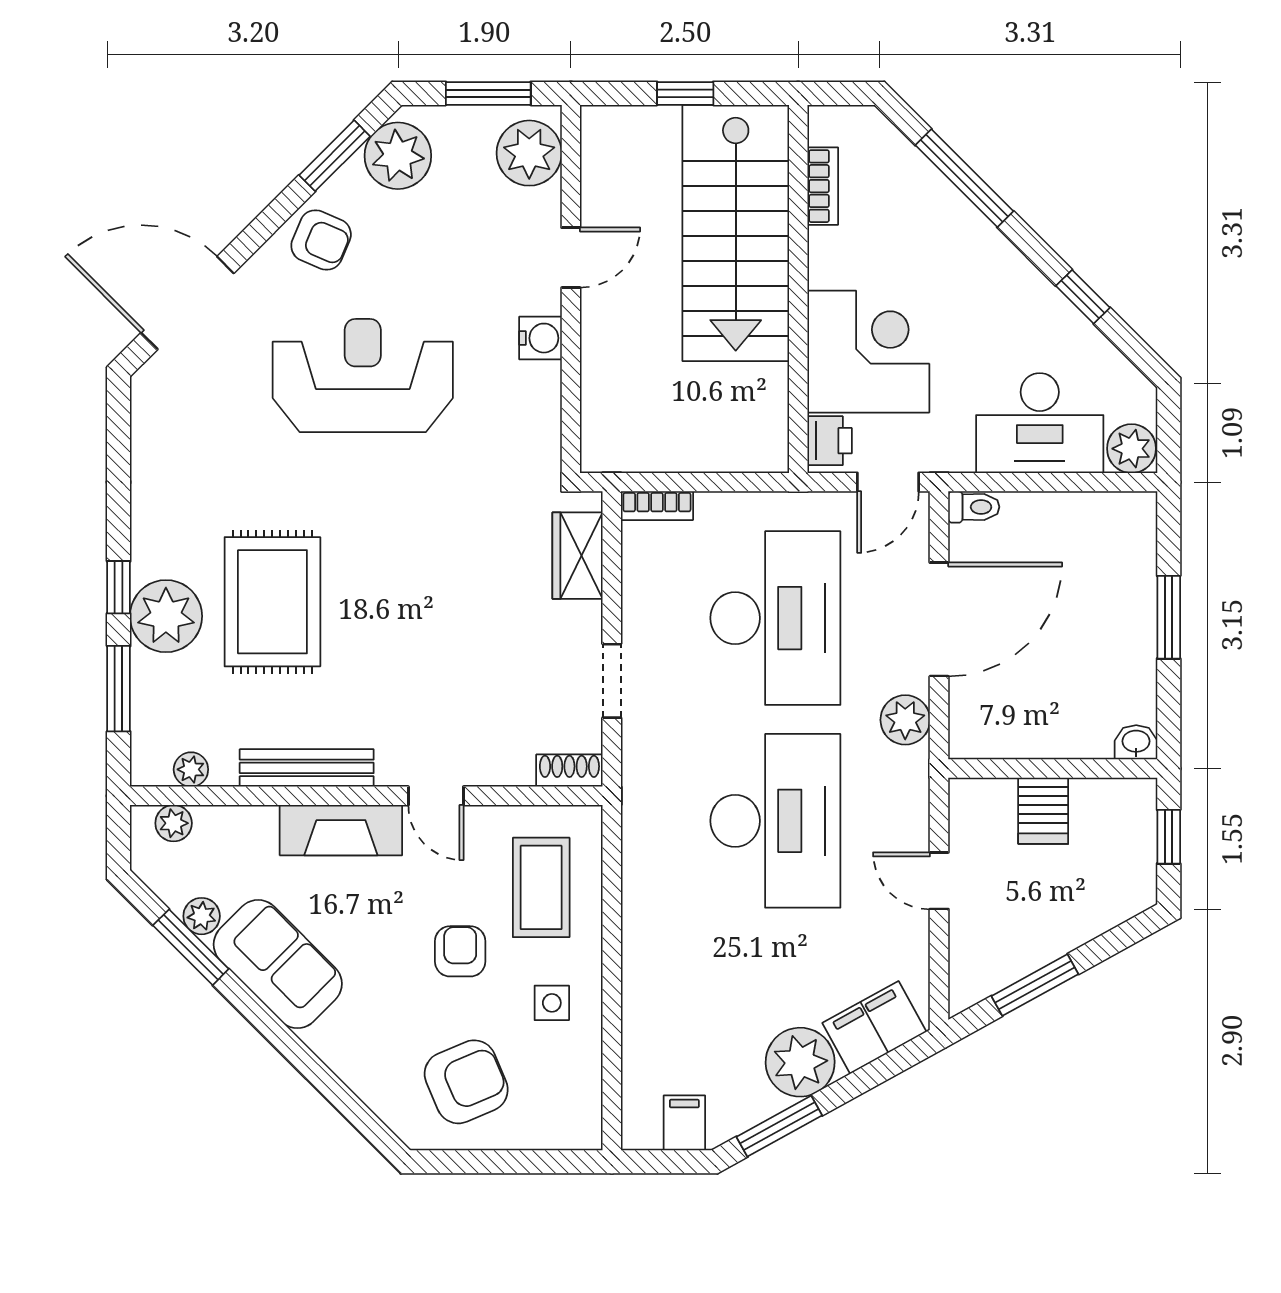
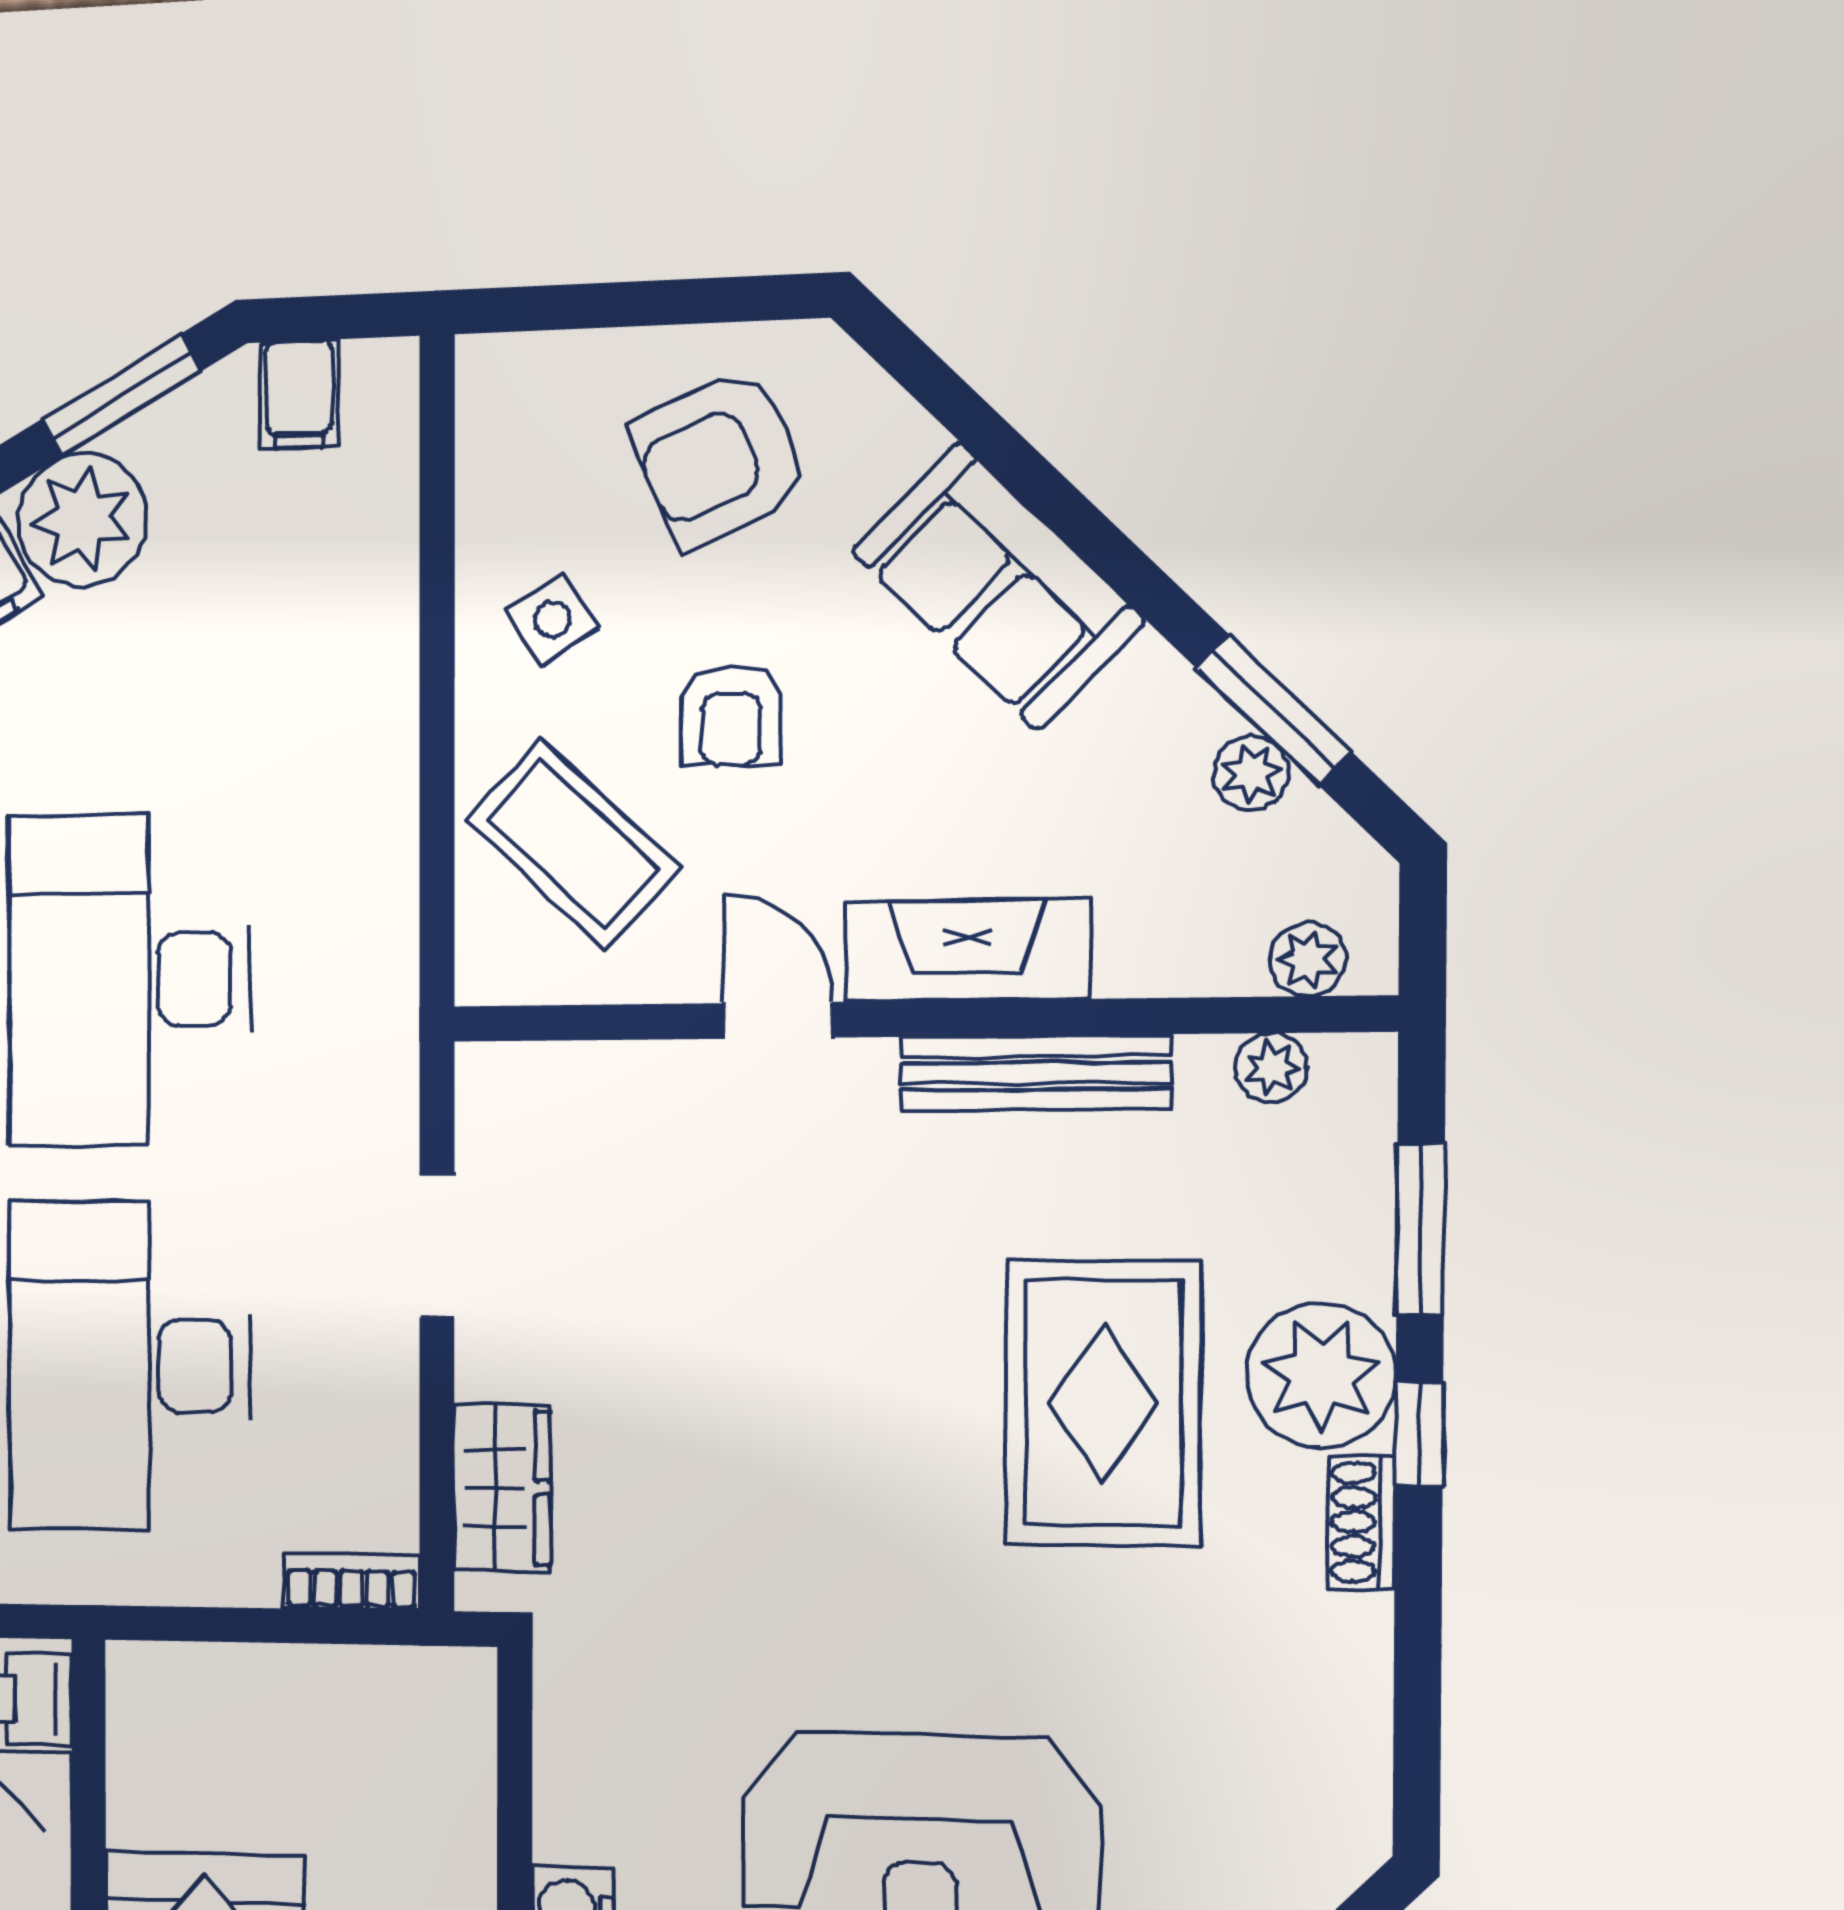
shoe rack: (569, 771) -> (1361, 1522), moved, turned 90
coffee table: (541, 887) -> (573, 844), turned -47
sofa: (278, 964) -> (998, 586), moved
side table: (552, 1003) -> (552, 619), turned -32

